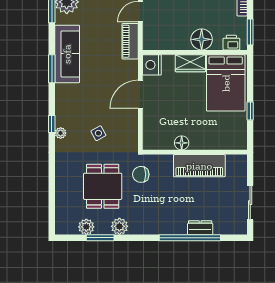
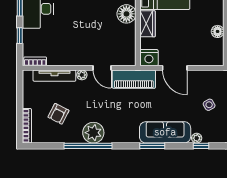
piano: (130, 41) -> (134, 79), width x1.37, depth x1.33
sofa: (67, 54) -> (165, 132), moved
plant: (61, 133) -> (197, 138), moved

